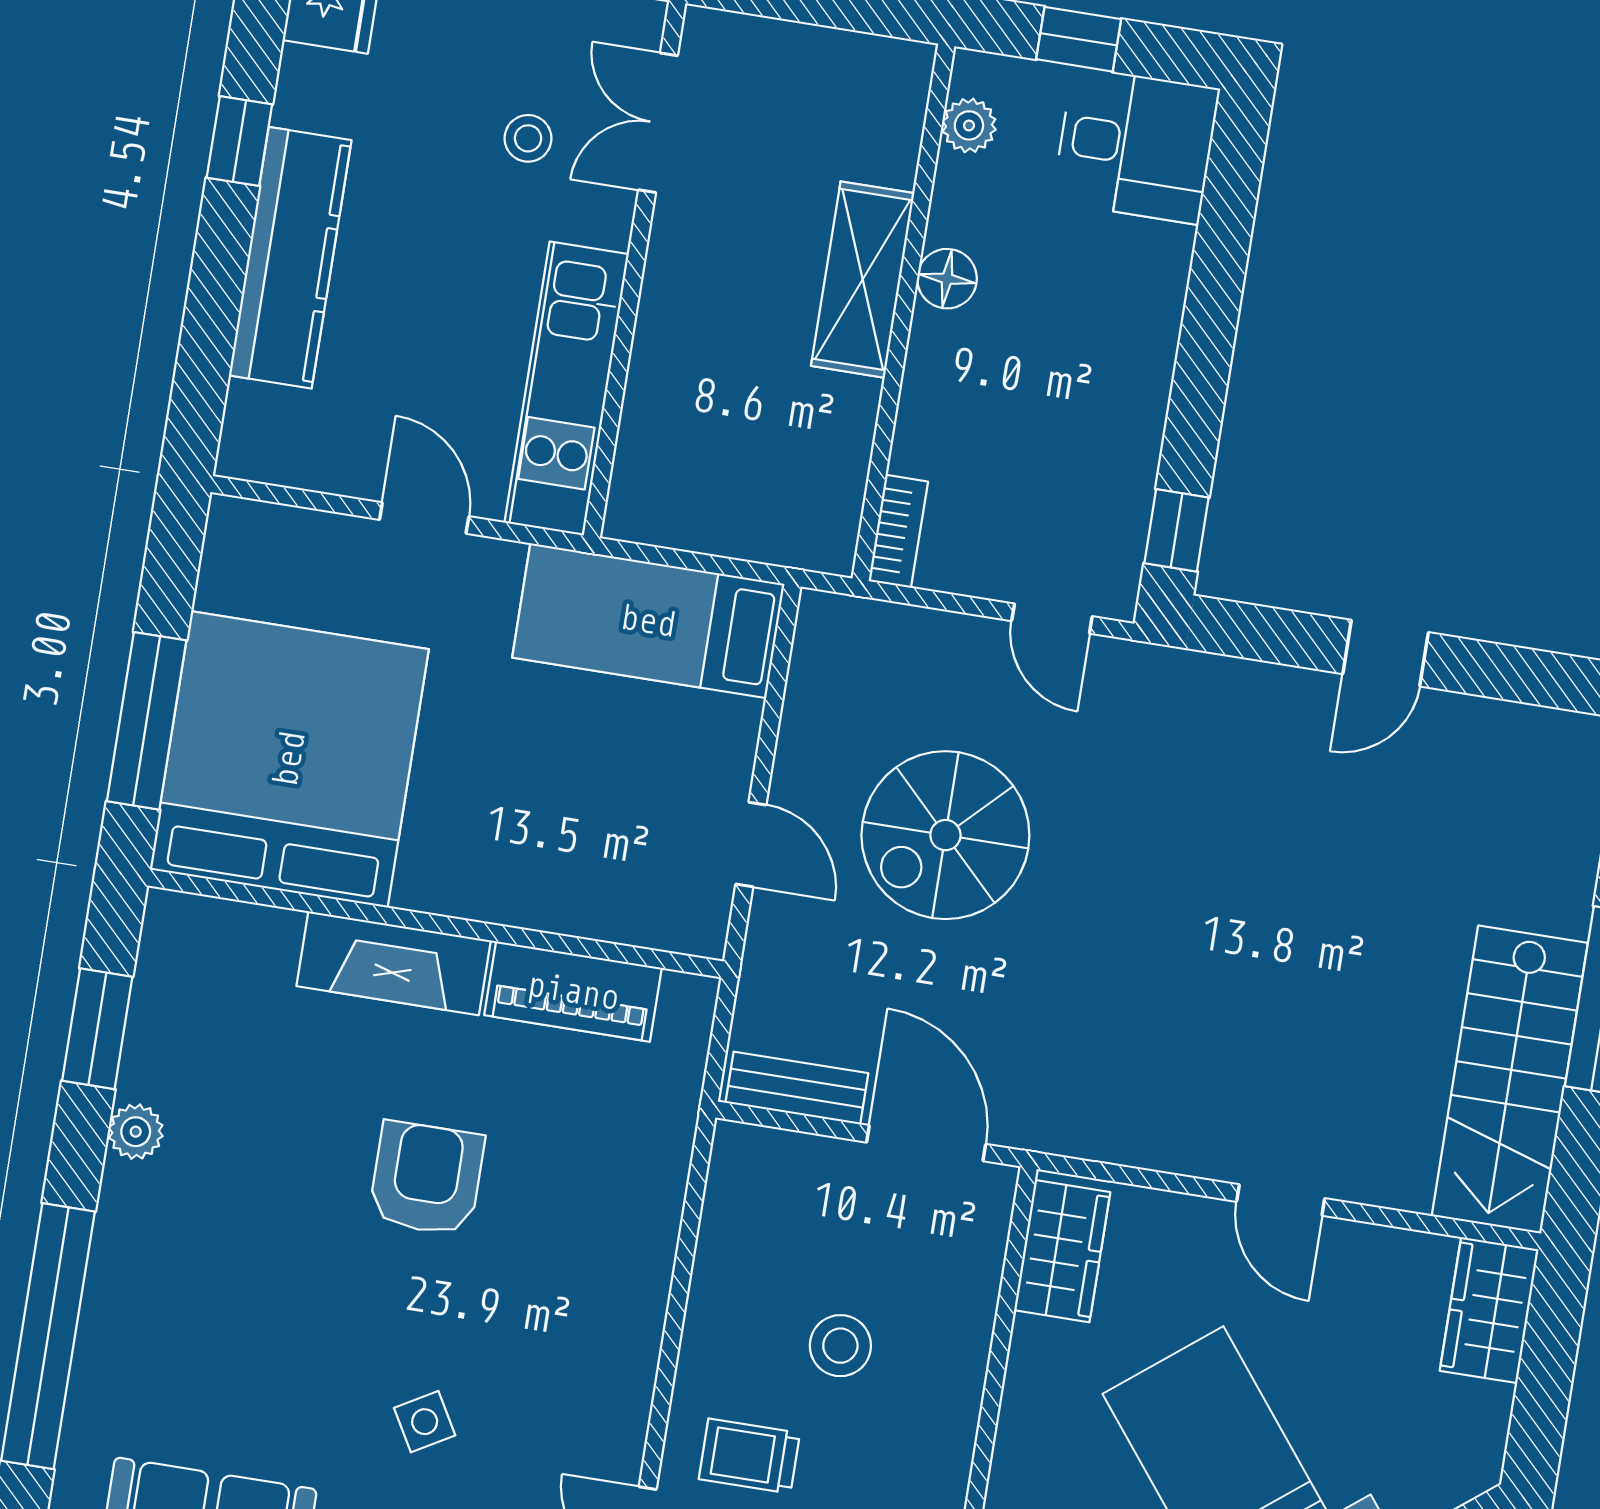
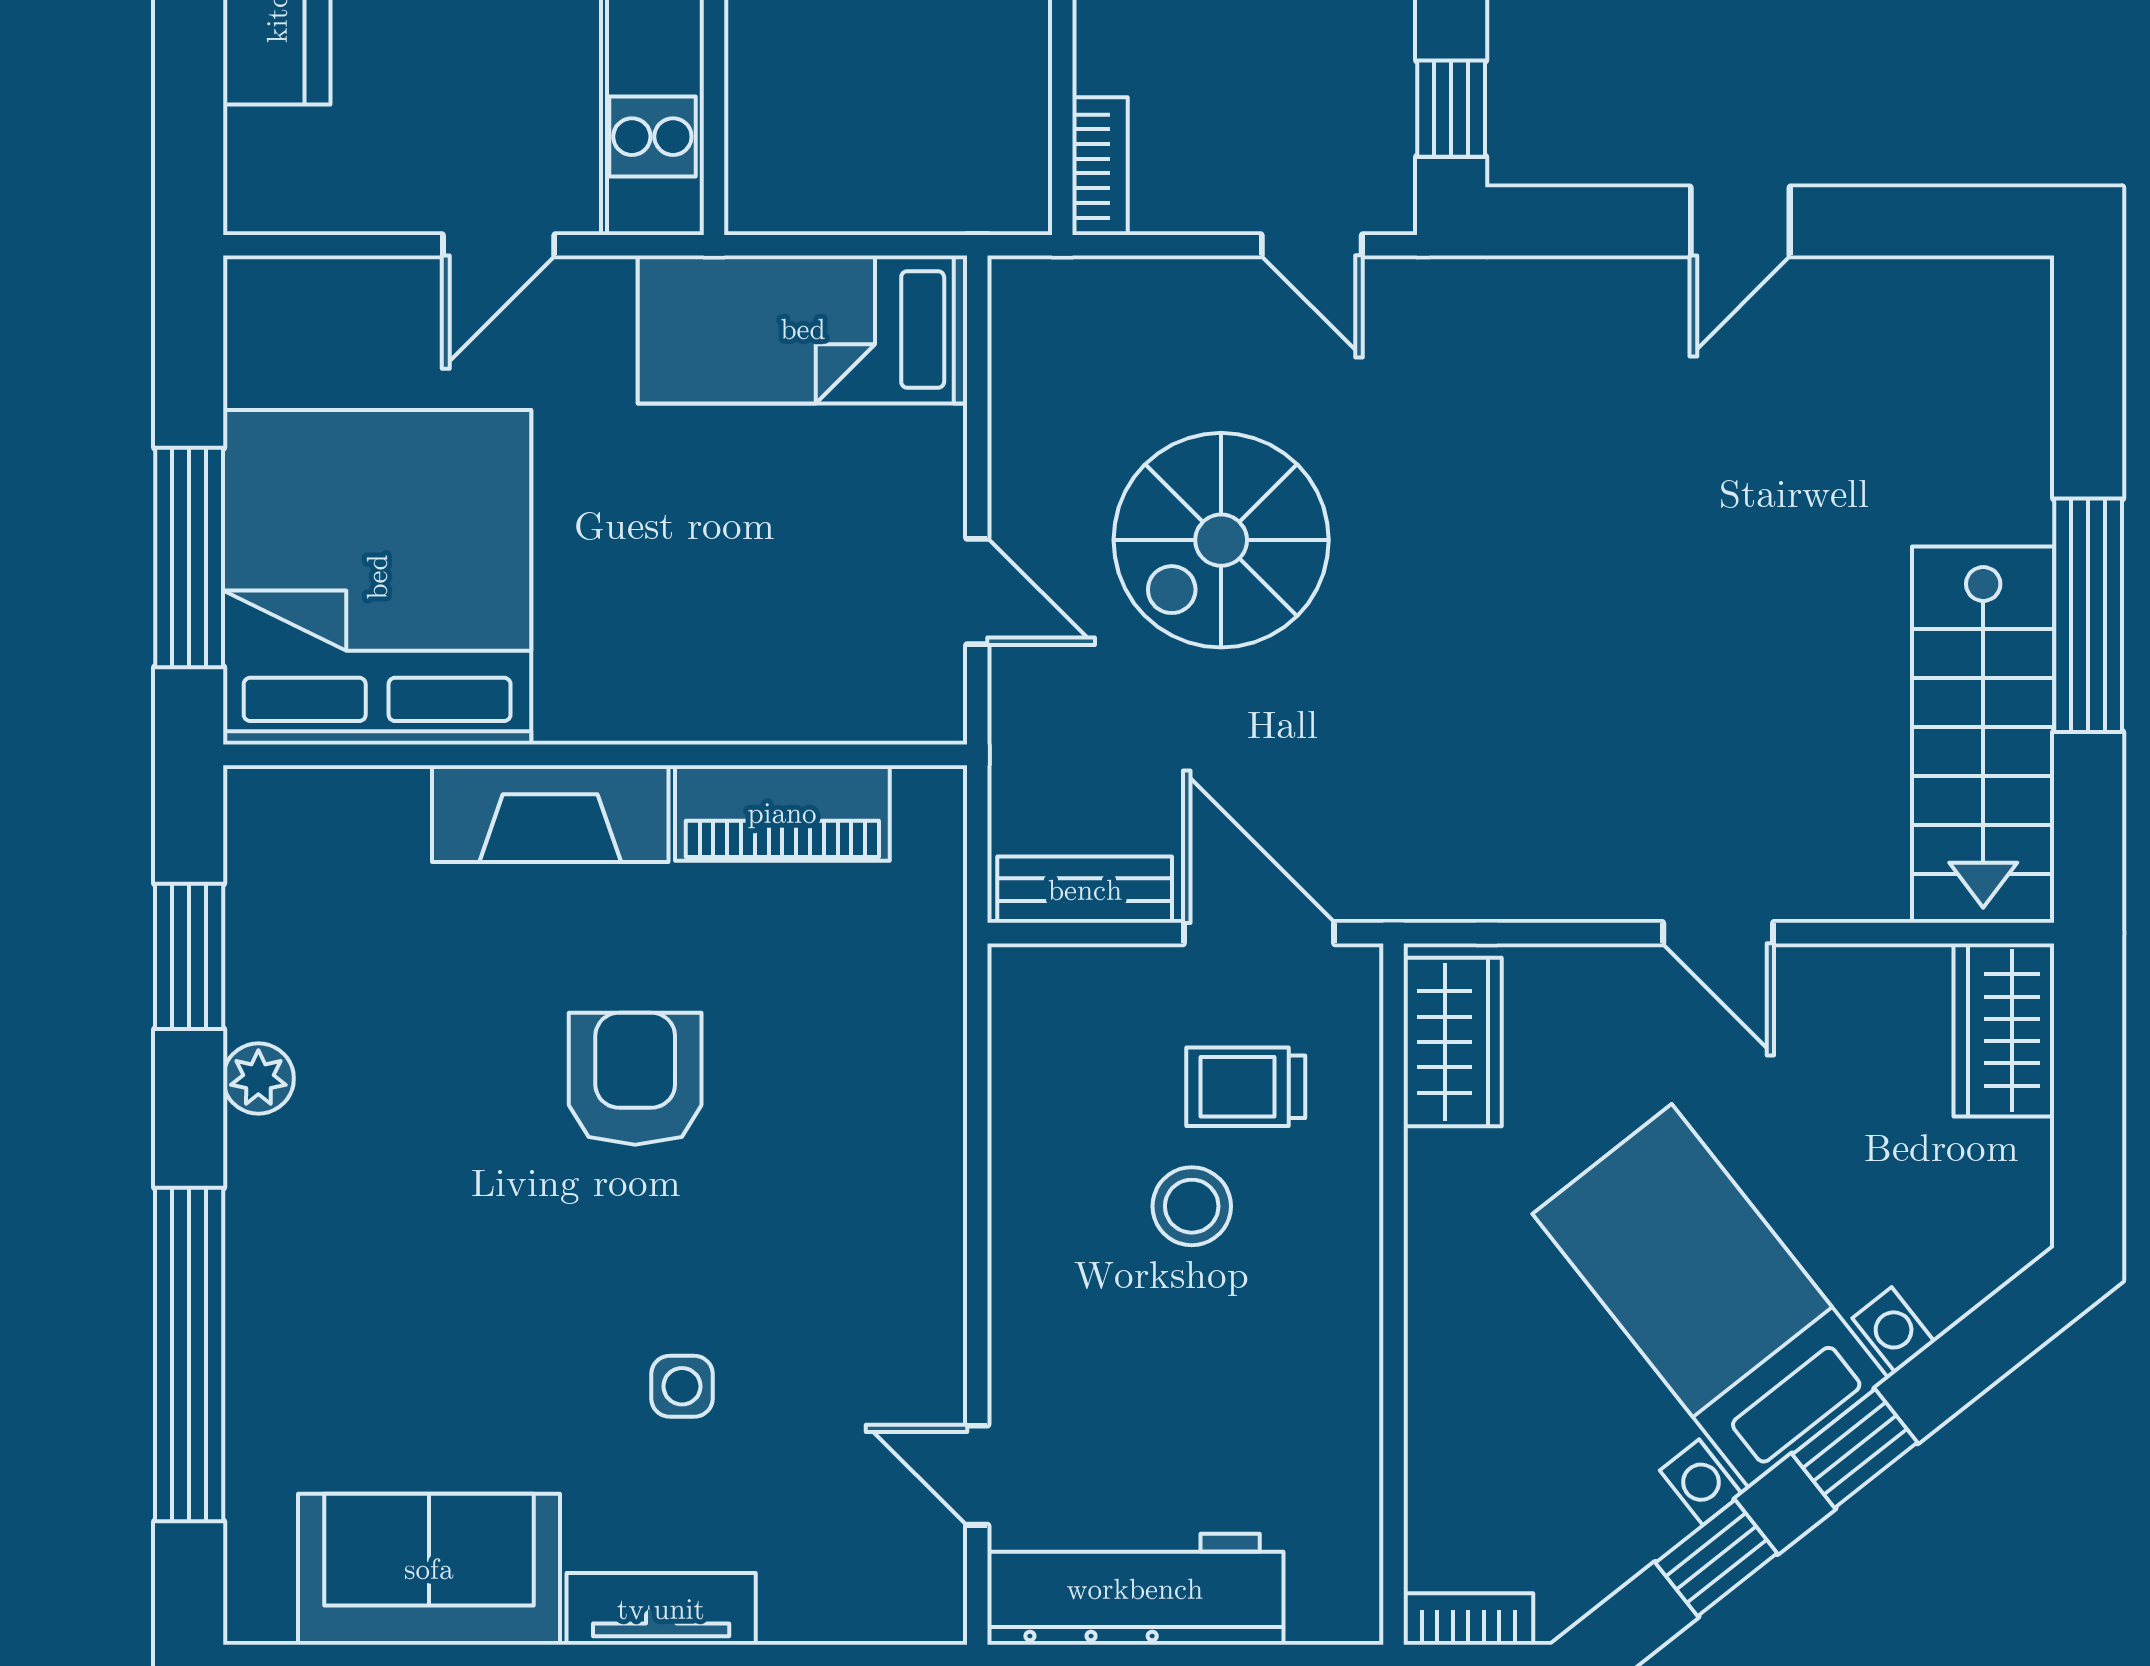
door: (424, 518) -> (499, 245), swing flipped
side table: (425, 1422) -> (682, 1386), turned 30
trolley: (749, 1456) -> (1246, 1087), moved

